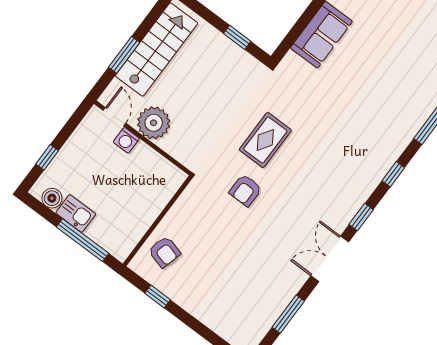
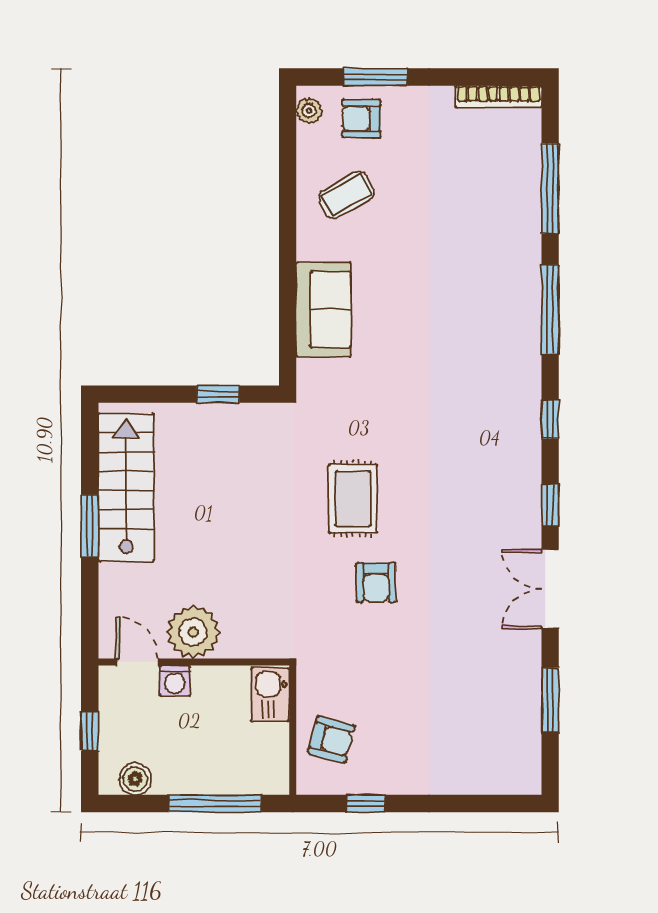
door: (115, 117) -> (137, 662), moved
plant: (154, 123) -> (193, 632), moved
wall: (143, 138) -> (194, 662), moved
washing machine: (126, 140) -> (175, 681), moved
kitchen sink: (76, 213) -> (270, 695), moved, turned -90

